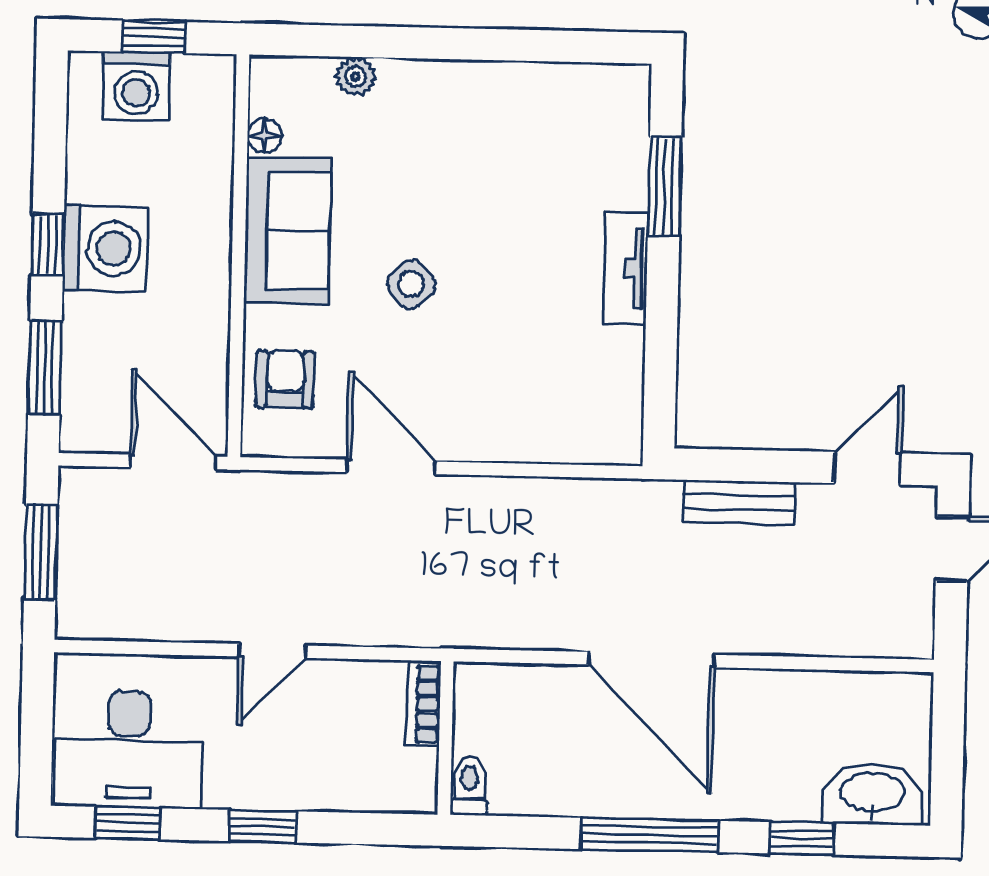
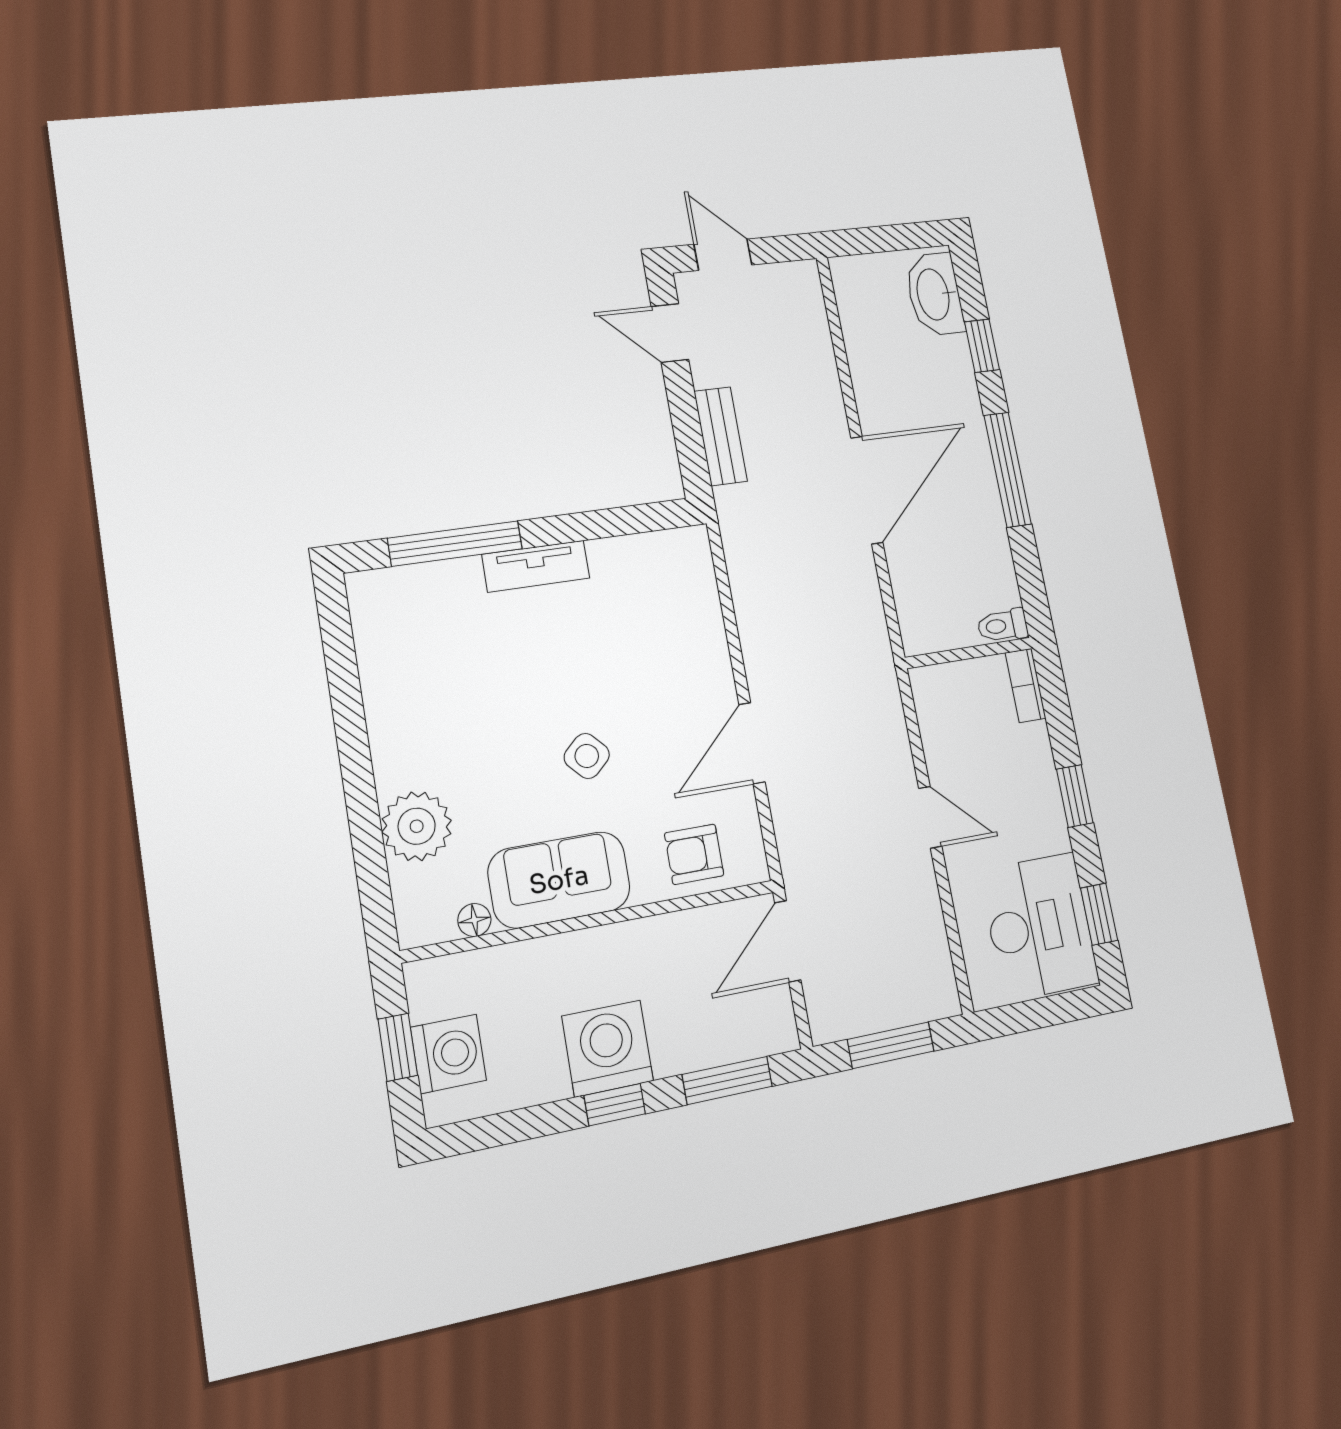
plant: (355, 77) -> (417, 826), width x1.88, depth x1.88
window: (665, 186) -> (455, 544), width x1.44
bookcase: (424, 704) -> (1026, 685), moved, turned 90

